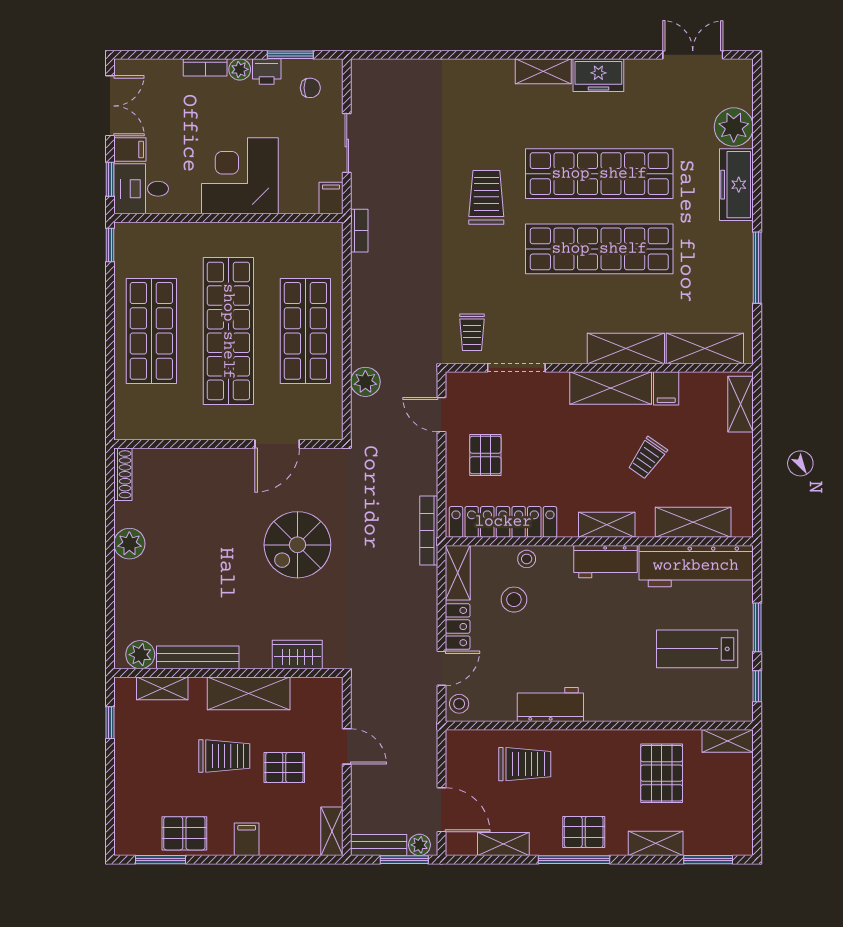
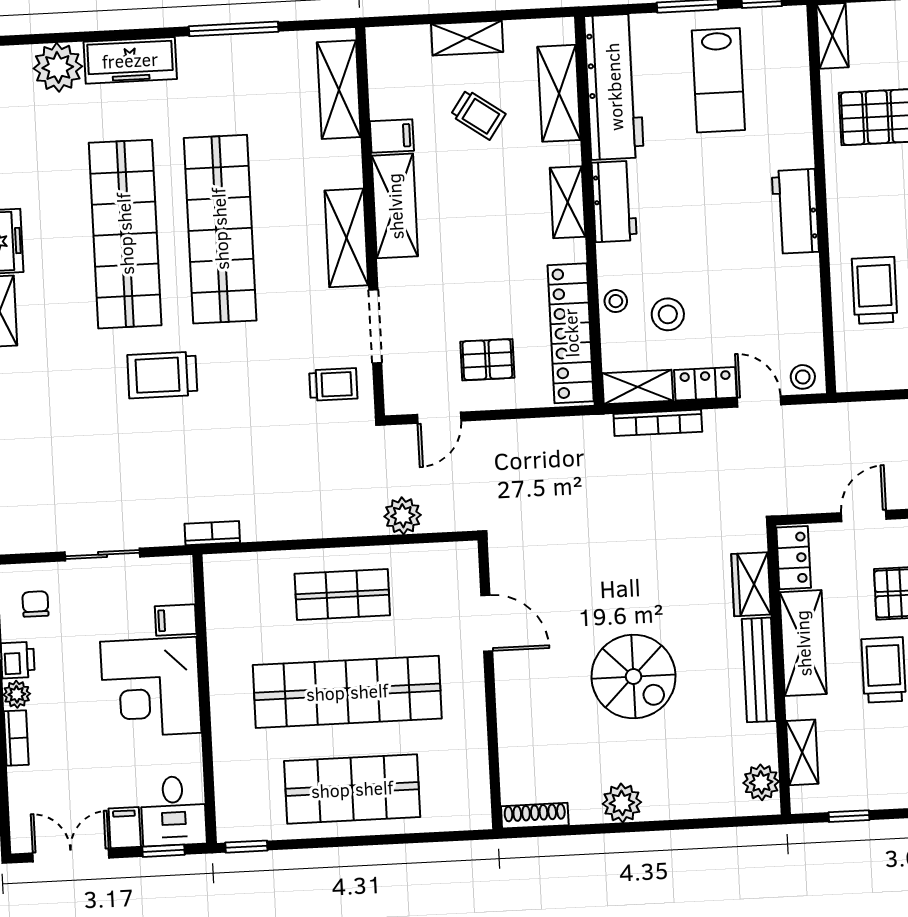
filing cabinet: (331, 198) -> (176, 620), moved
shop shelf: (305, 331) -> (342, 595), width x0.70, depth x0.74
shelving: (626, 348) -> (346, 238), moved
shelving: (741, 404) -> (467, 38), moved
trolley: (647, 458) -> (478, 115), moved
bookcase: (429, 530) -> (658, 423), moved
spiral stairs: (297, 545) -> (633, 676), moved
bench: (198, 657) -> (759, 670), moved
locker: (317, 689) -> (794, 558), added
workbench: (550, 705) -> (795, 211), moved

